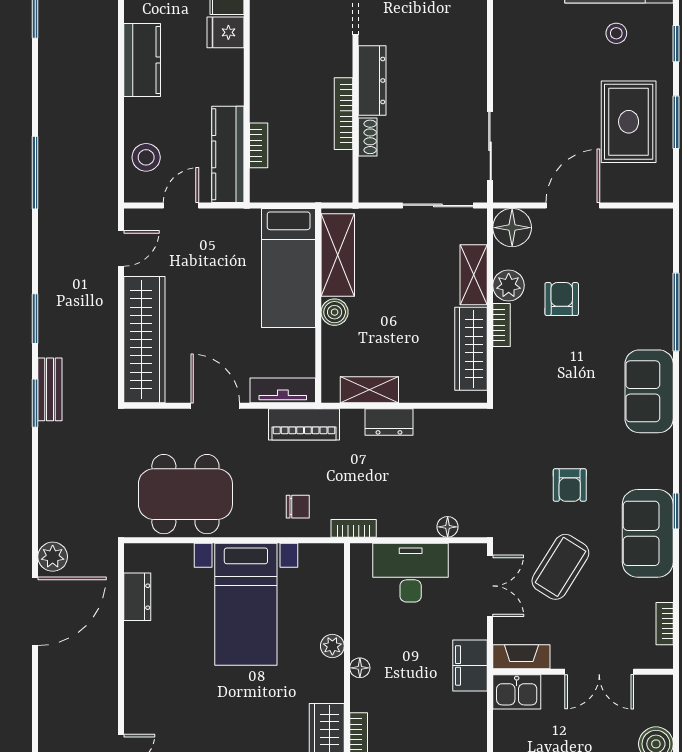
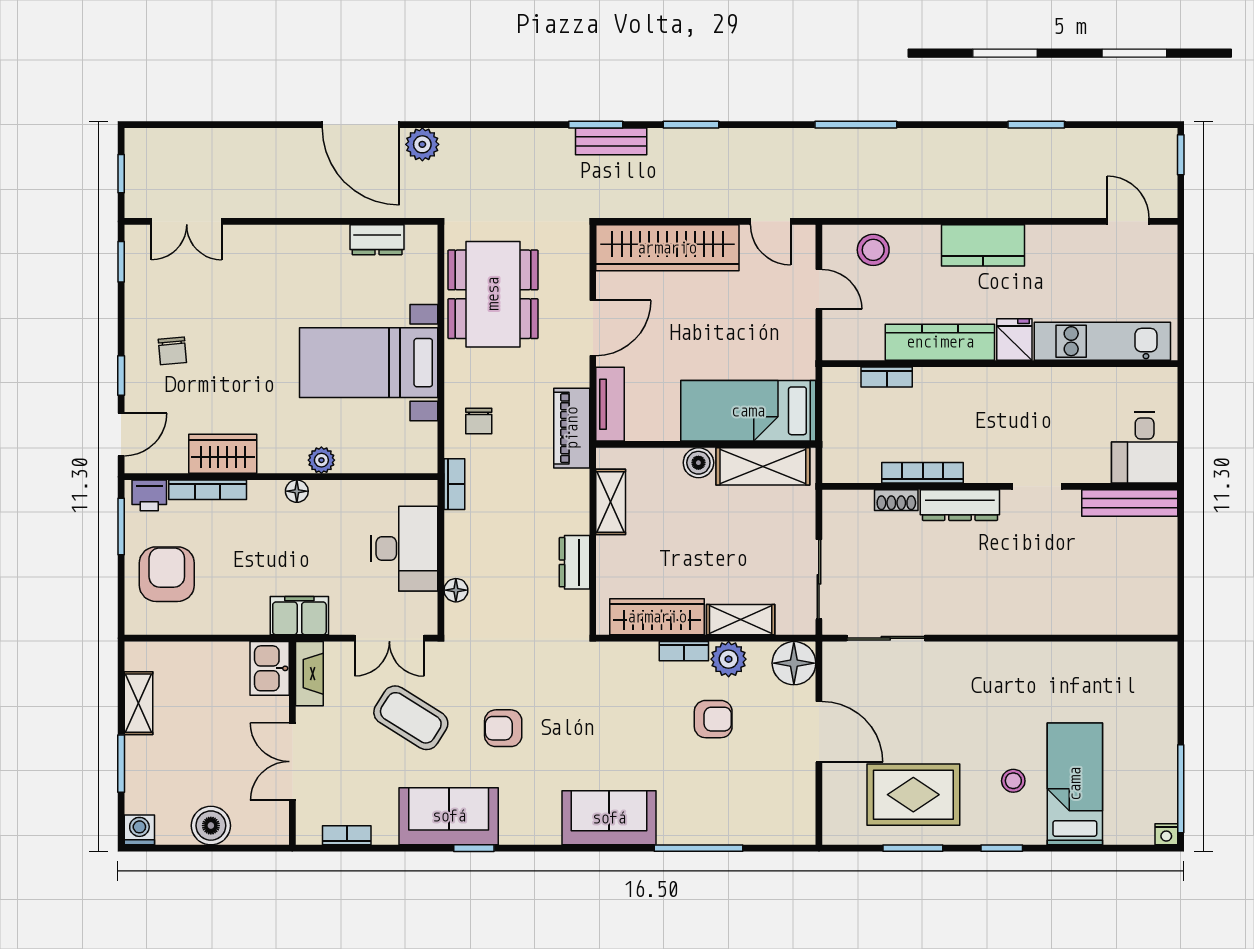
kitchen counter: (228, 154) -> (940, 342), moved
dresser: (389, 422) -> (574, 562), moved

